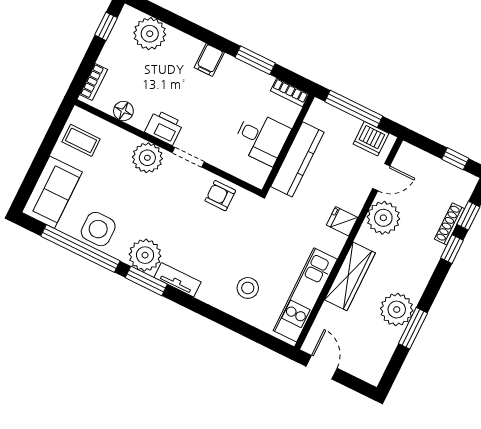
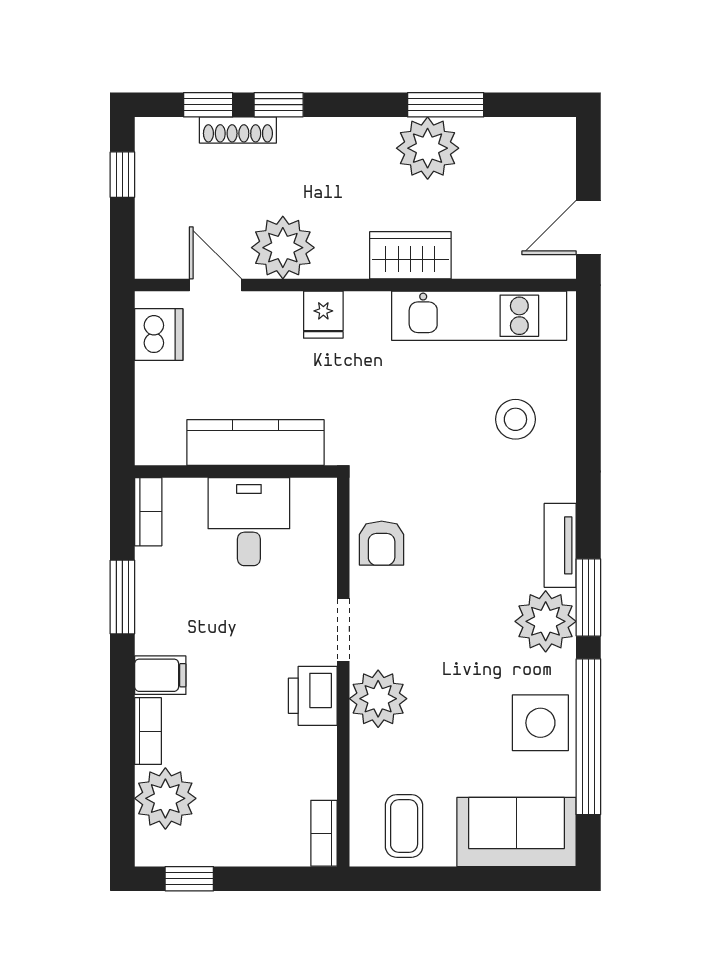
bookcase: (186, 41) -> (148, 731), added
bookcase: (94, 82) -> (324, 833), moved, turned -90
window: (354, 109) -> (122, 389), removed
floor lamp: (123, 111) -> (319, 779), removed
wardrobe: (350, 276) -> (410, 255), width x0.67

